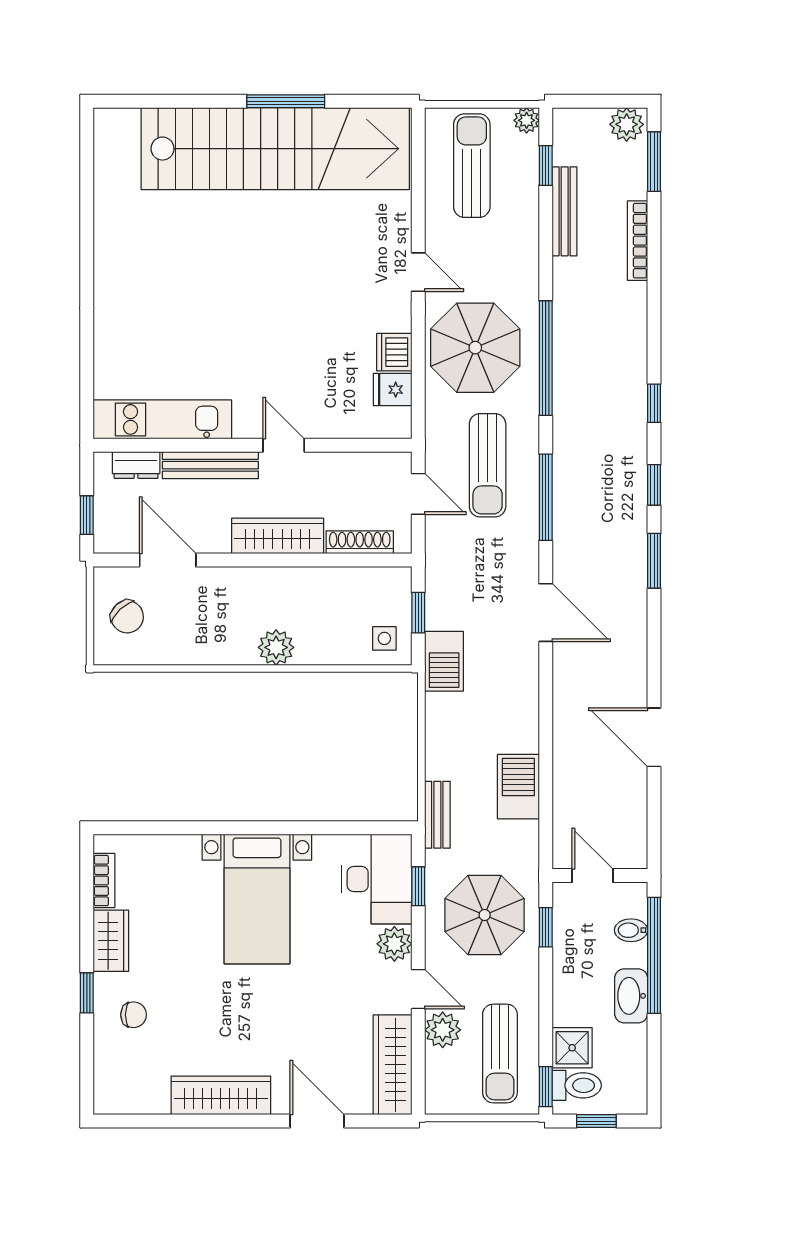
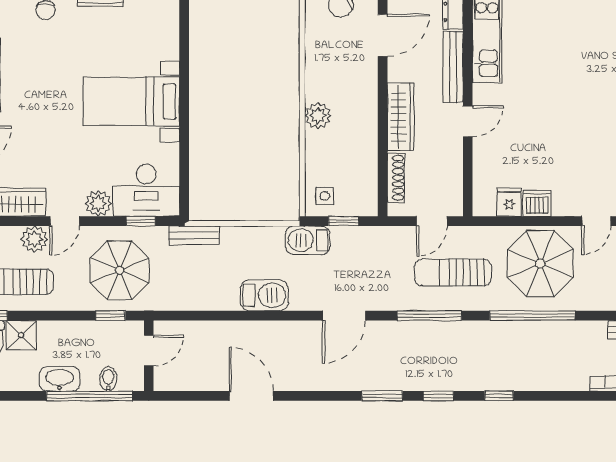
door: (654, 737) -> (251, 396), hinge flipped
barbecue: (518, 787) -> (264, 295), moved

